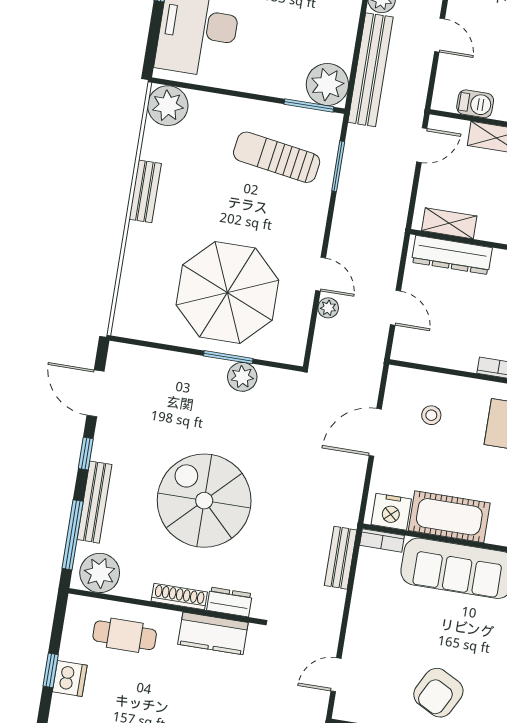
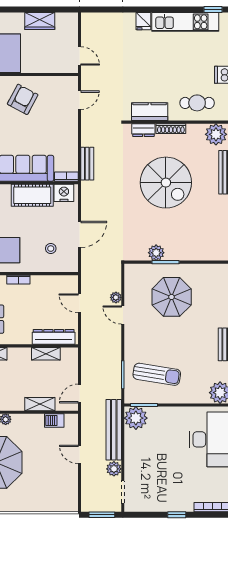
shelving: (449, 223) -> (46, 354), moved
parasol: (227, 292) -> (172, 297), width x0.73, depth x0.73

